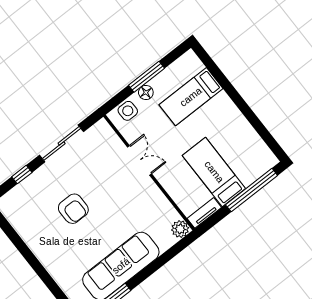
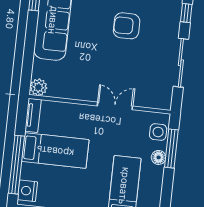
window: (147, 77) -> (171, 148), moved
double door: (139, 160) -> (115, 106), swing flipped
nightstand: (263, 164) -> (27, 191), added

